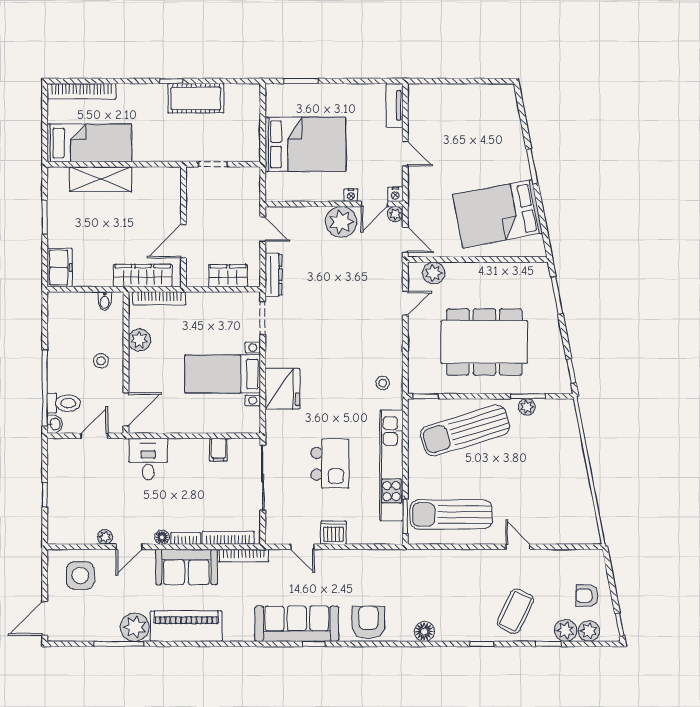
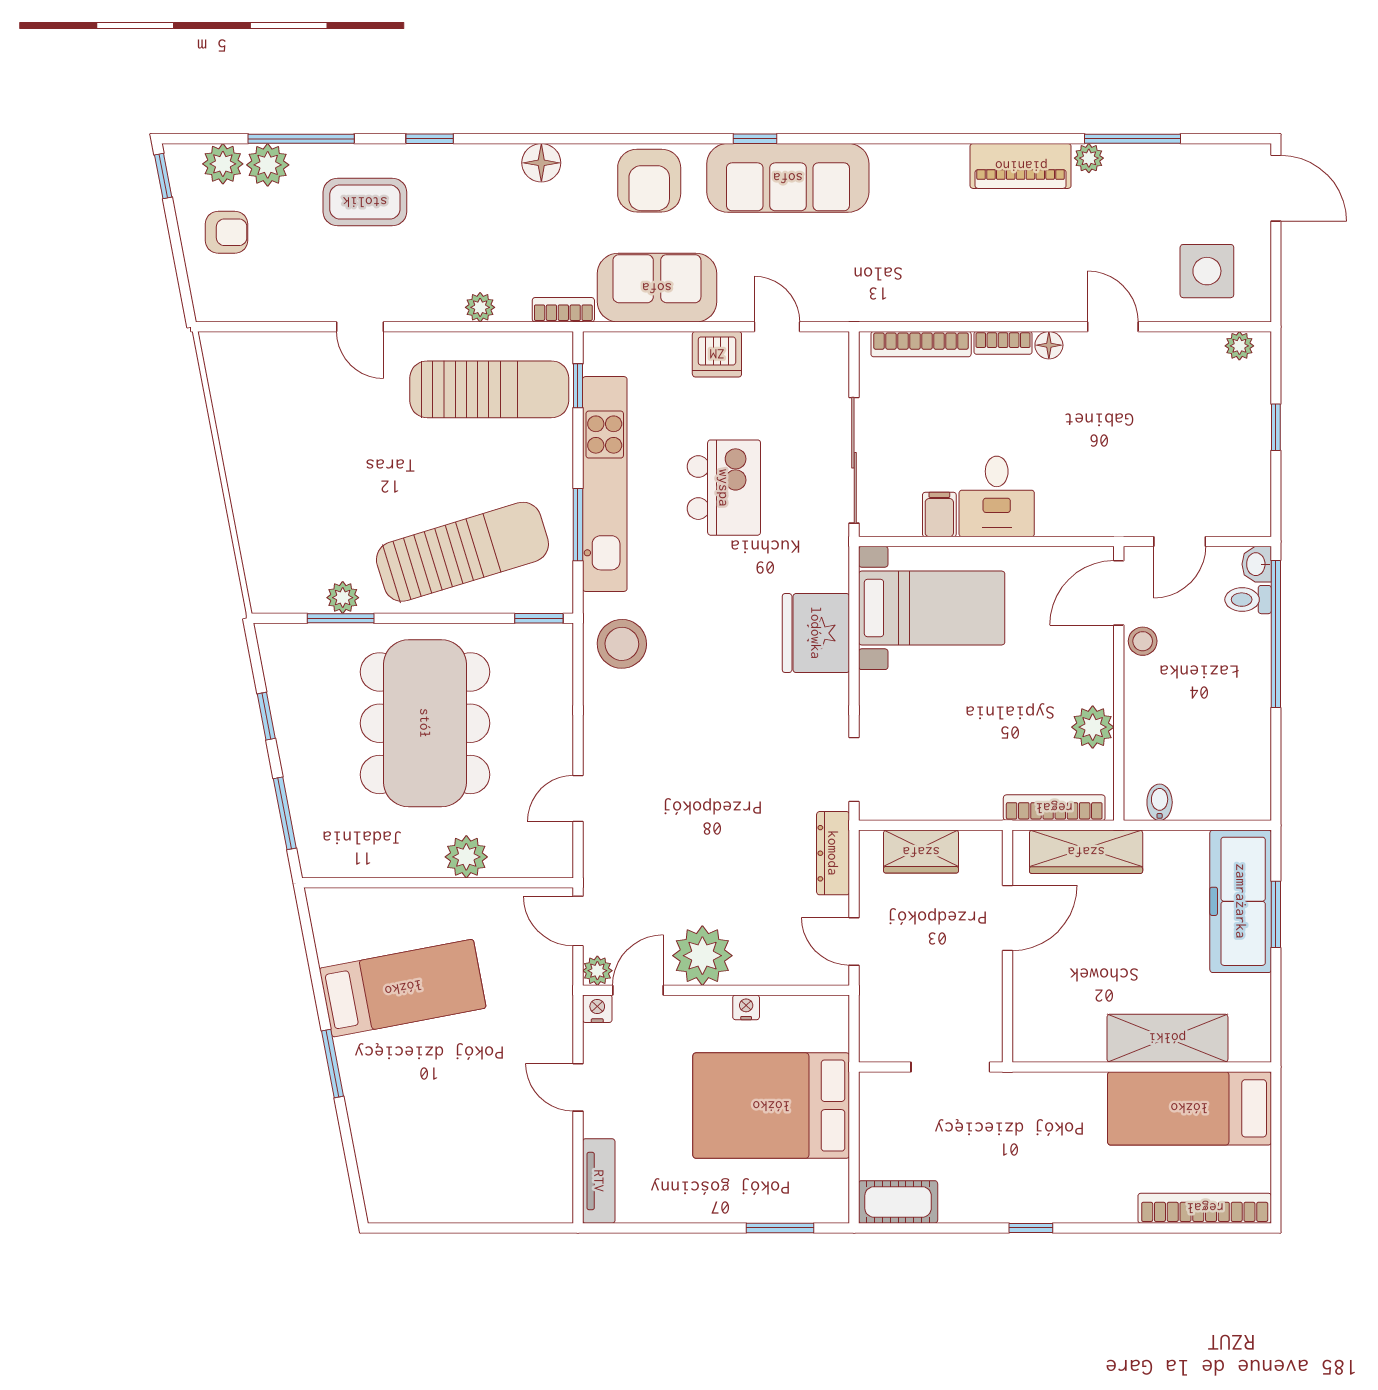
cot: (196, 98) -> (898, 1202), moved, width x0.73, depth x0.75
doorway: (213, 164) -> (950, 1067), width x1.38
nightstand: (351, 195) -> (746, 1007), moved
bed: (498, 214) -> (403, 988), width x0.67
window: (45, 217) -> (1276, 914), moved
freezer: (60, 267) -> (1241, 901), width x1.91, depth x1.26
plant: (434, 273) -> (466, 857), moved
dining table: (484, 342) -> (425, 723), turned 90
stool: (101, 361) -> (1143, 641), moved
window: (571, 371) -> (266, 716), moved
bed with nightstands: (223, 374) -> (932, 608), moved
stool: (383, 383) -> (622, 644), width x1.89, depth x1.89
toilet: (64, 403) -> (1248, 600), width x0.73, depth x0.72
window: (405, 445) -> (578, 525), added
desk: (148, 459) -> (997, 496), moved
kitchen island: (330, 464) -> (724, 488), turned 180
window: (405, 516) -> (578, 386), width x0.67
plant: (105, 537) -> (1239, 346), moved
door: (129, 547) -> (1113, 327), hinge flipped
bookcase: (244, 556) -> (563, 310), moved, width x0.64
plant: (456, 557) -> (480, 307), added
sofa: (186, 567) -> (657, 288), moved
coffee table: (515, 611) -> (365, 202), turned 65
door: (45, 618) -> (1276, 188), hinge flipped
piano: (186, 626) -> (1021, 166), width x0.73, depth x0.75
plant: (135, 627) -> (1089, 158), width x0.53, depth x0.53
window: (548, 644) -> (301, 139), width x2.17

